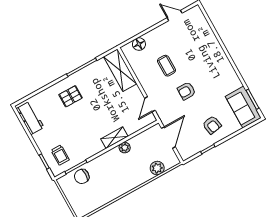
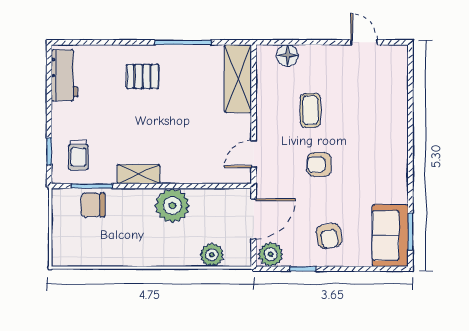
shelving: (114, 138) -> (139, 174), moved
plant: (125, 148) -> (172, 206), width x1.88, depth x1.88
plant: (187, 151) -> (271, 254), added

